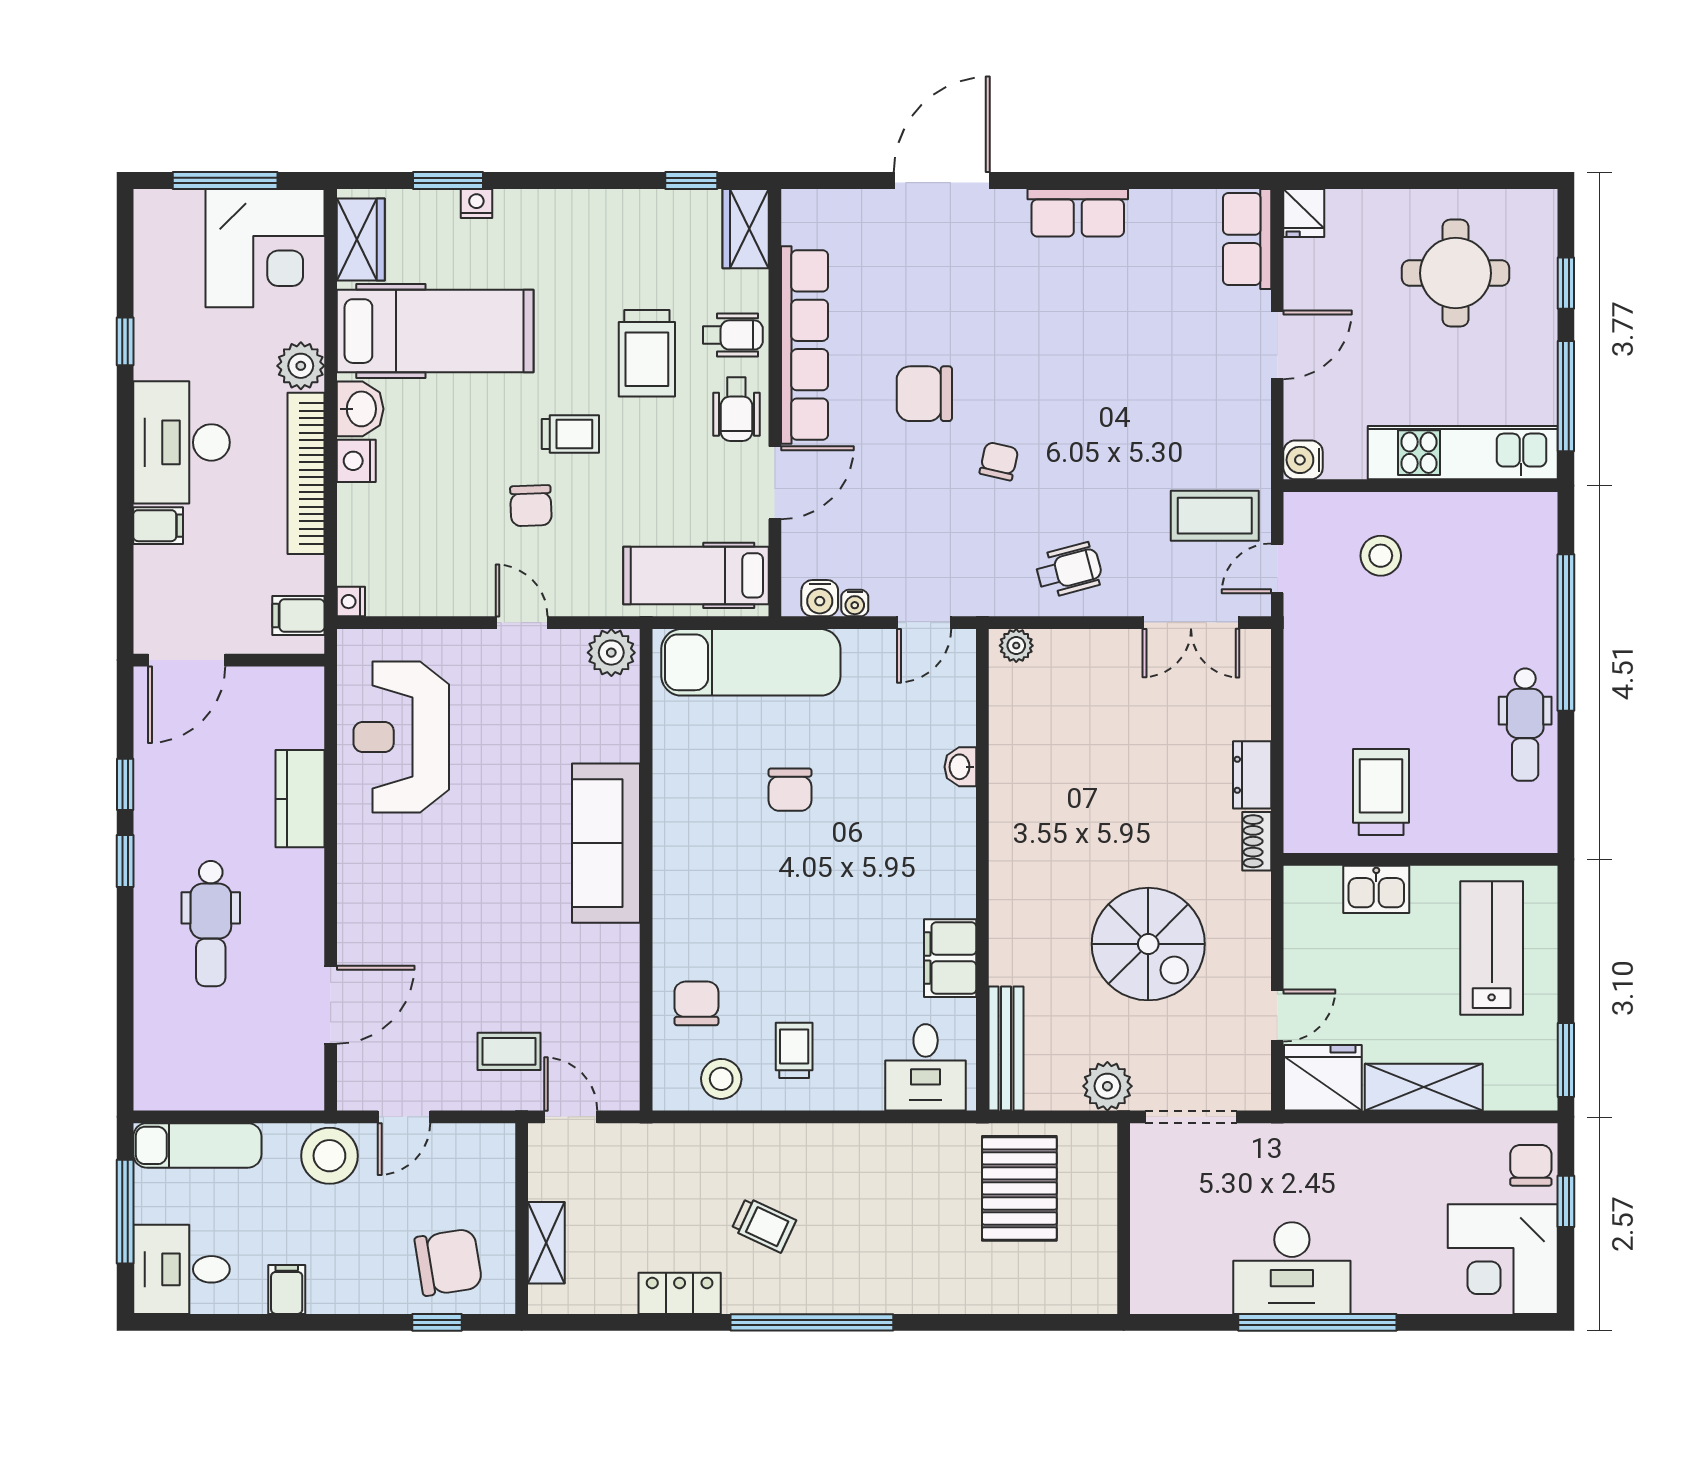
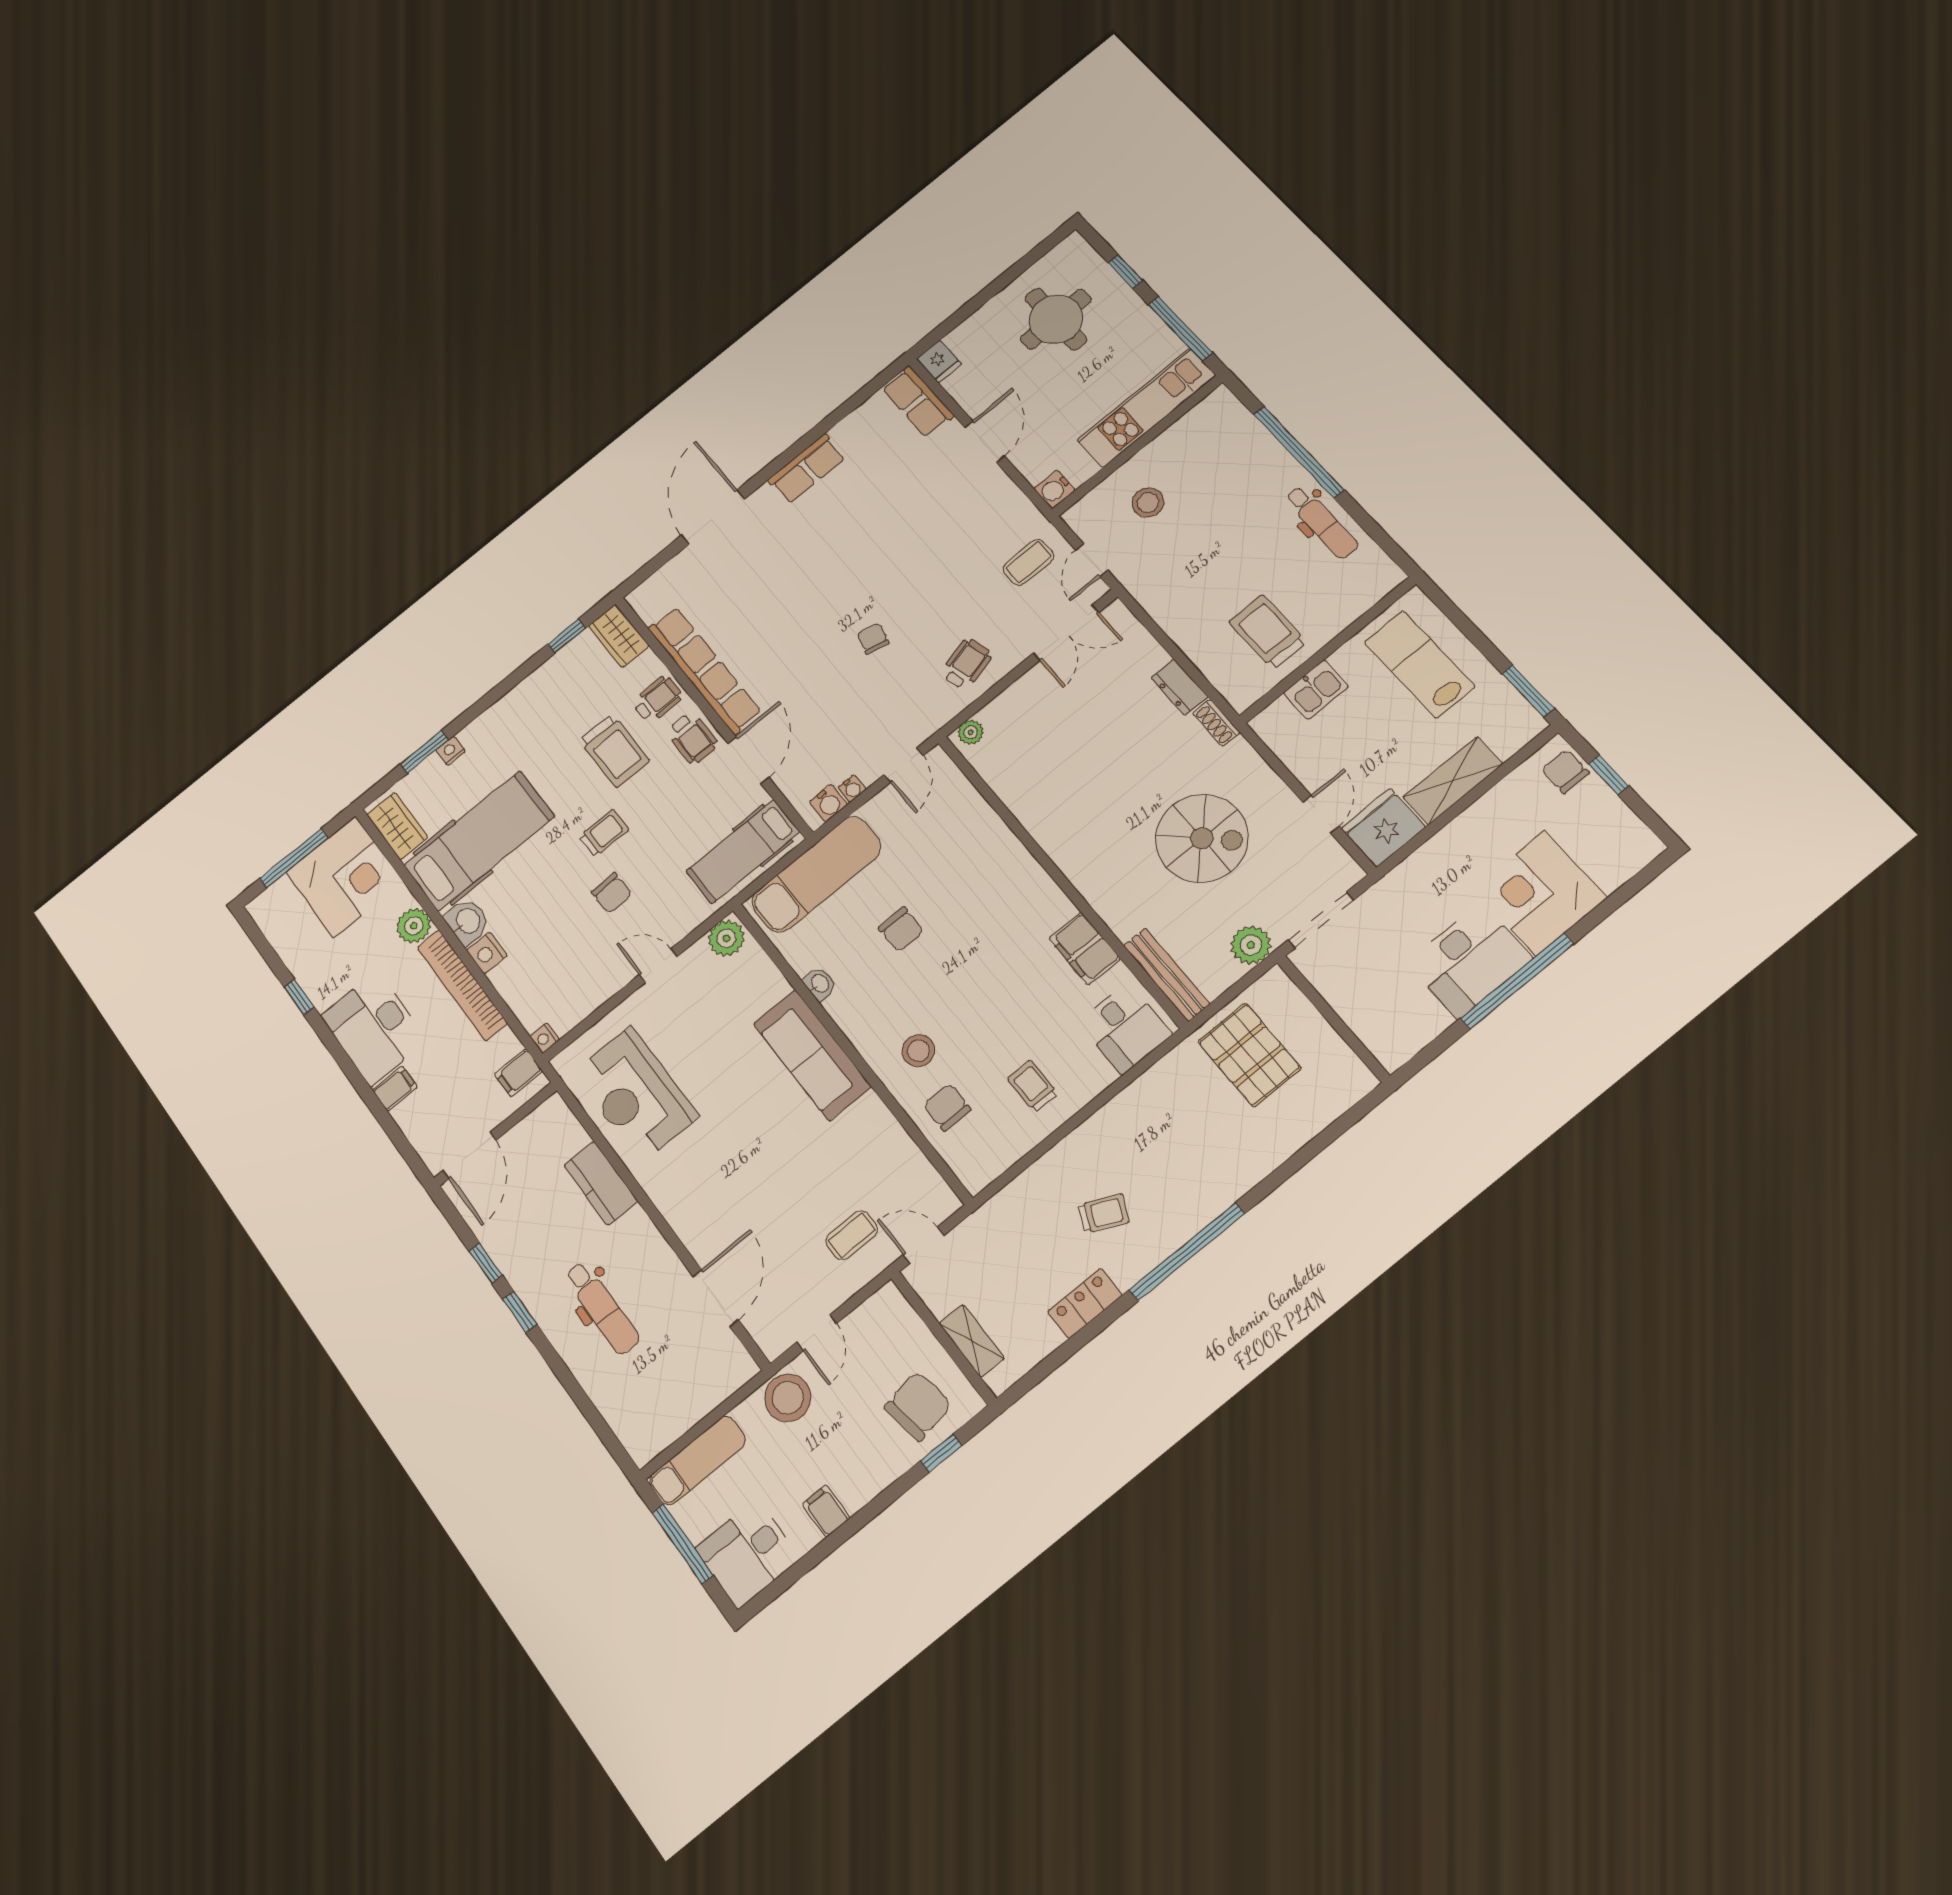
chair: (924, 394) -> (797, 638), removed
coffee table: (1215, 516) -> (1028, 562), width x0.73, depth x0.77
washbasin: (960, 767) -> (820, 984), moved, turned 180
stool: (721, 1079) -> (918, 1051), moved
corner desk: (1503, 1259) -> (1540, 893), moved, turned 90

